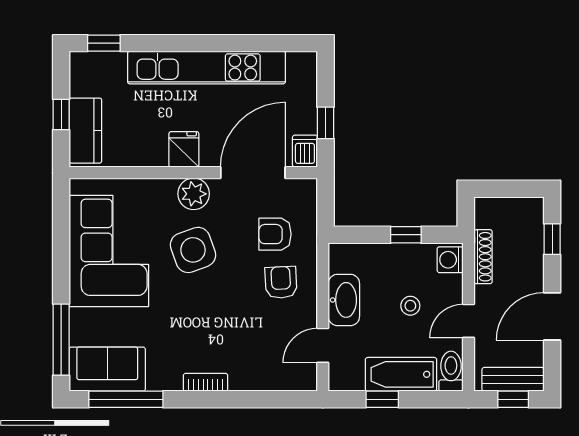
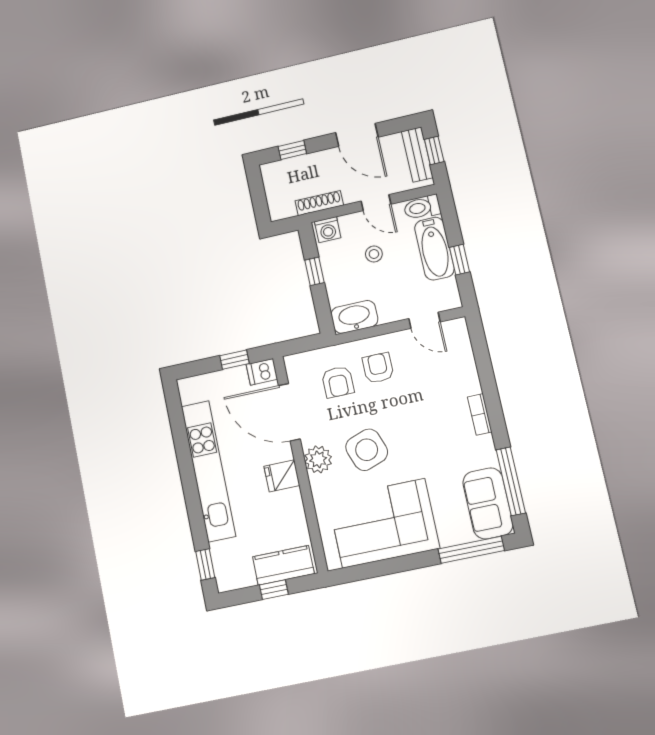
armchair: (281, 282) -> (378, 368), turned 93
washbasin: (344, 300) -> (354, 317), moved

